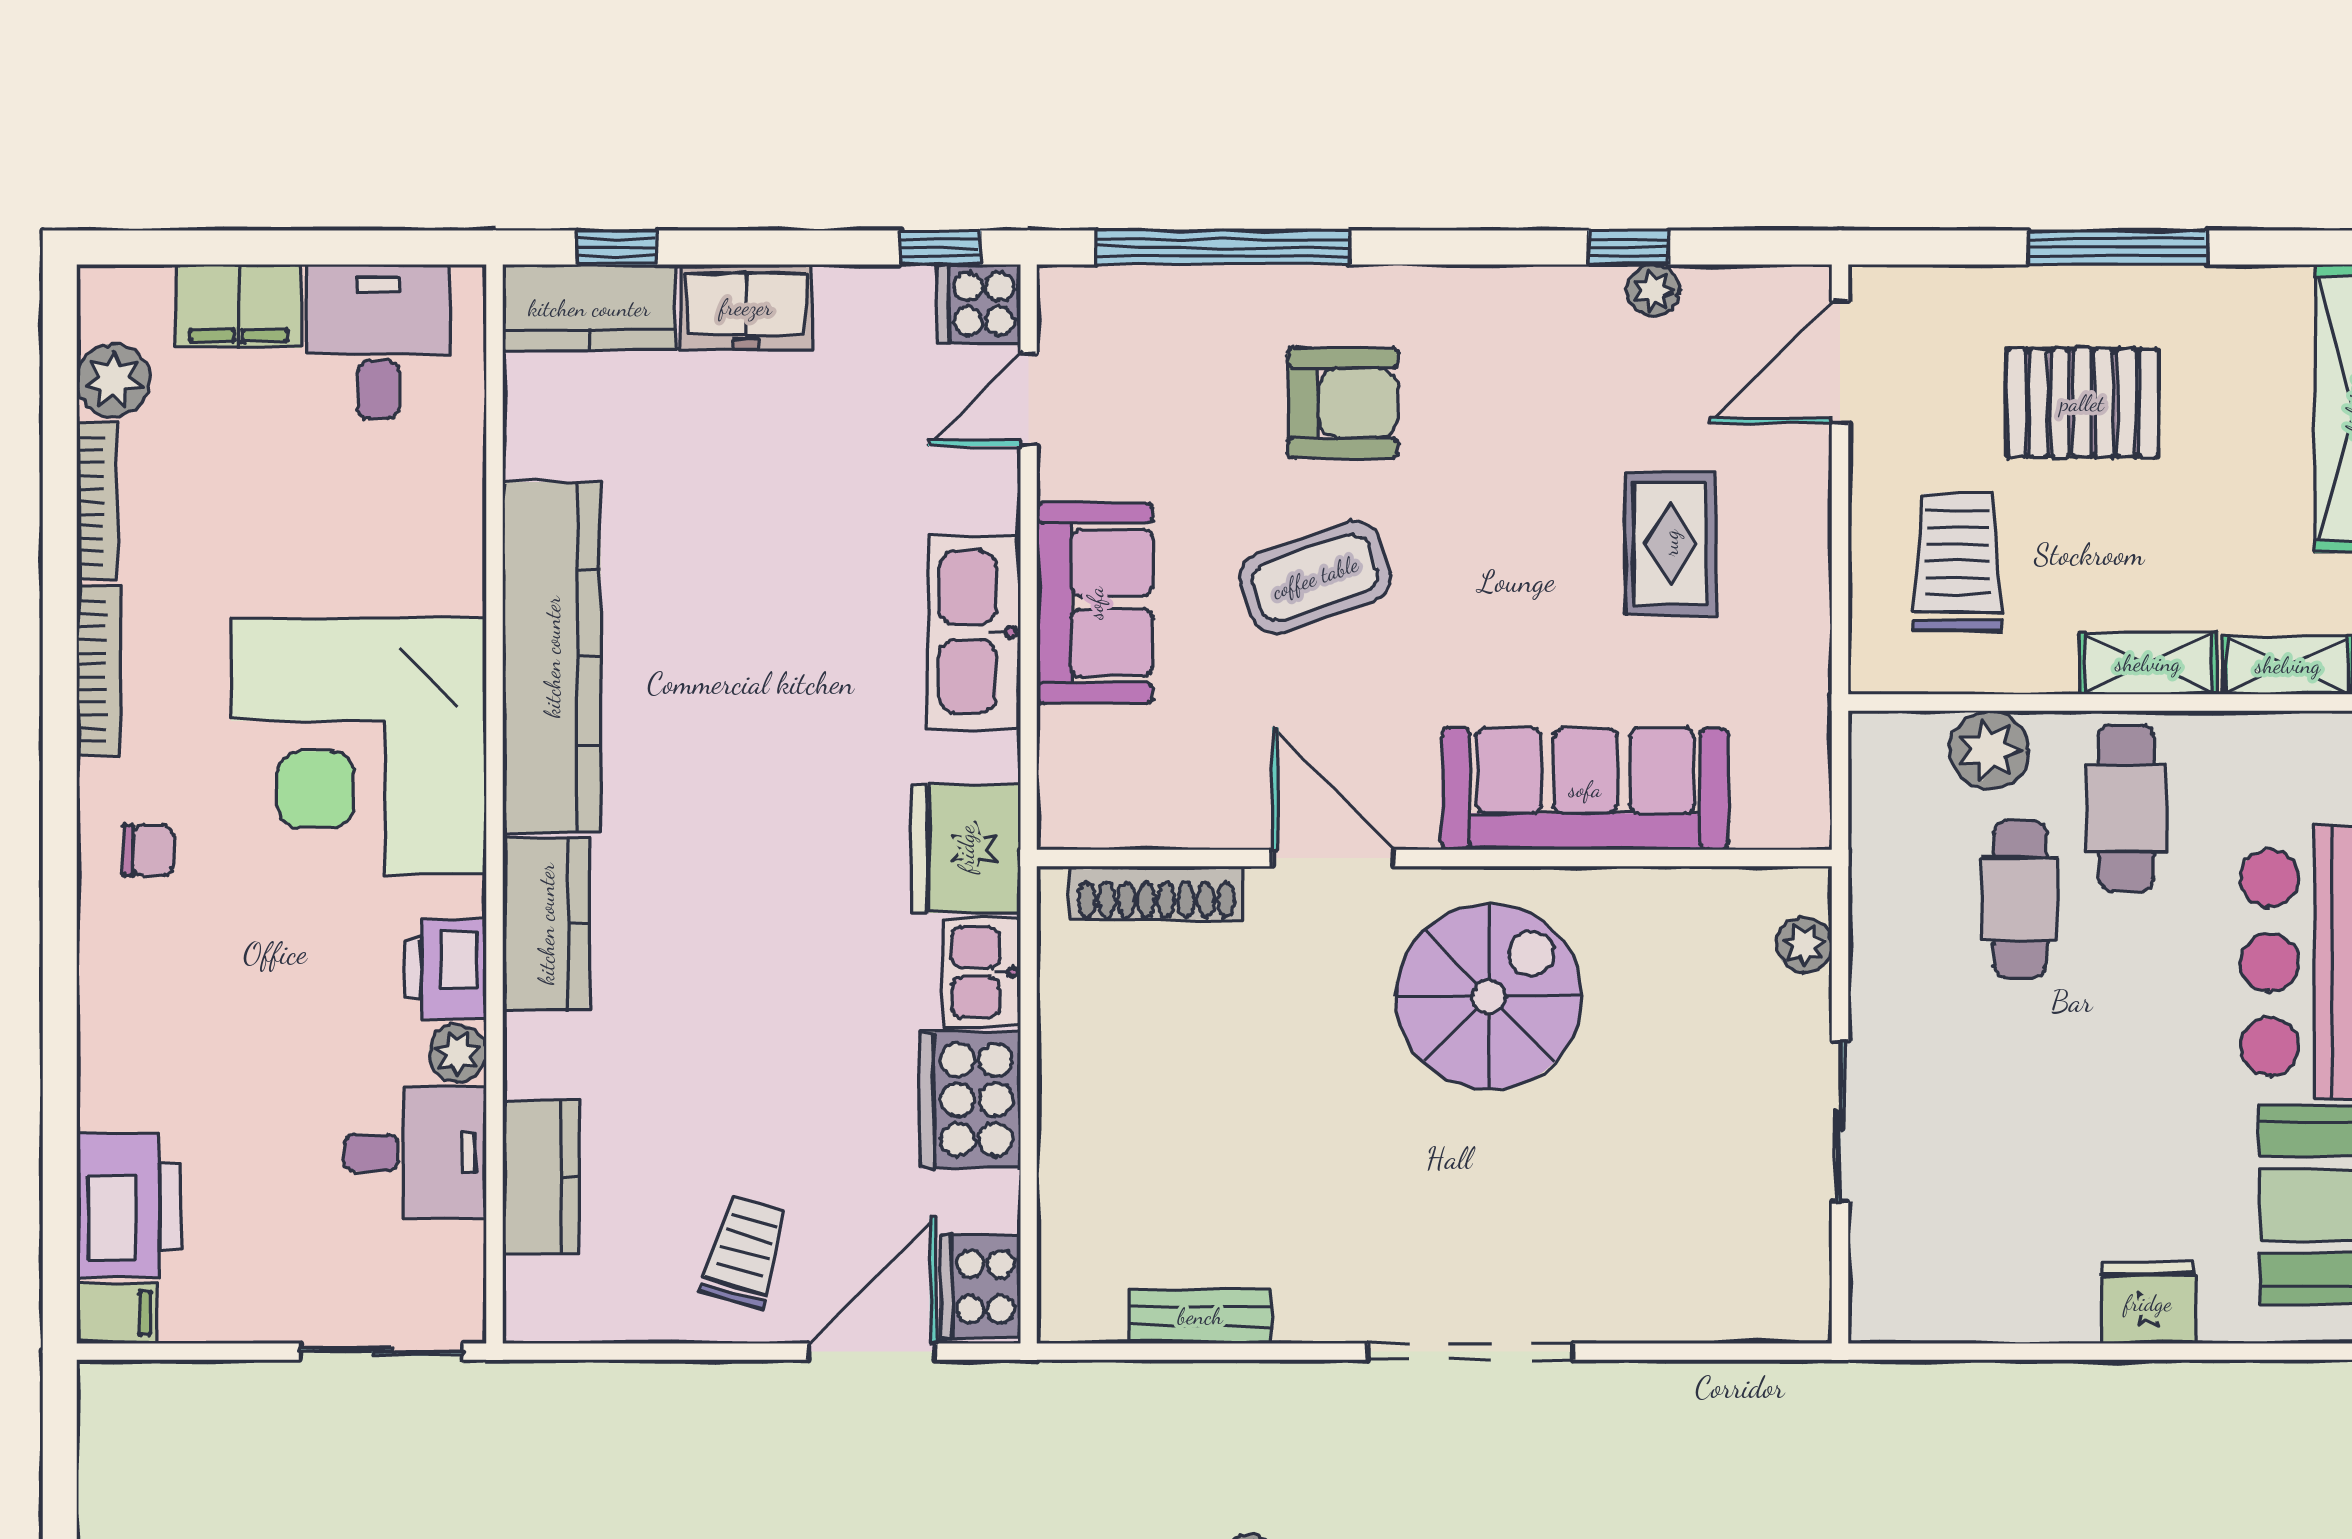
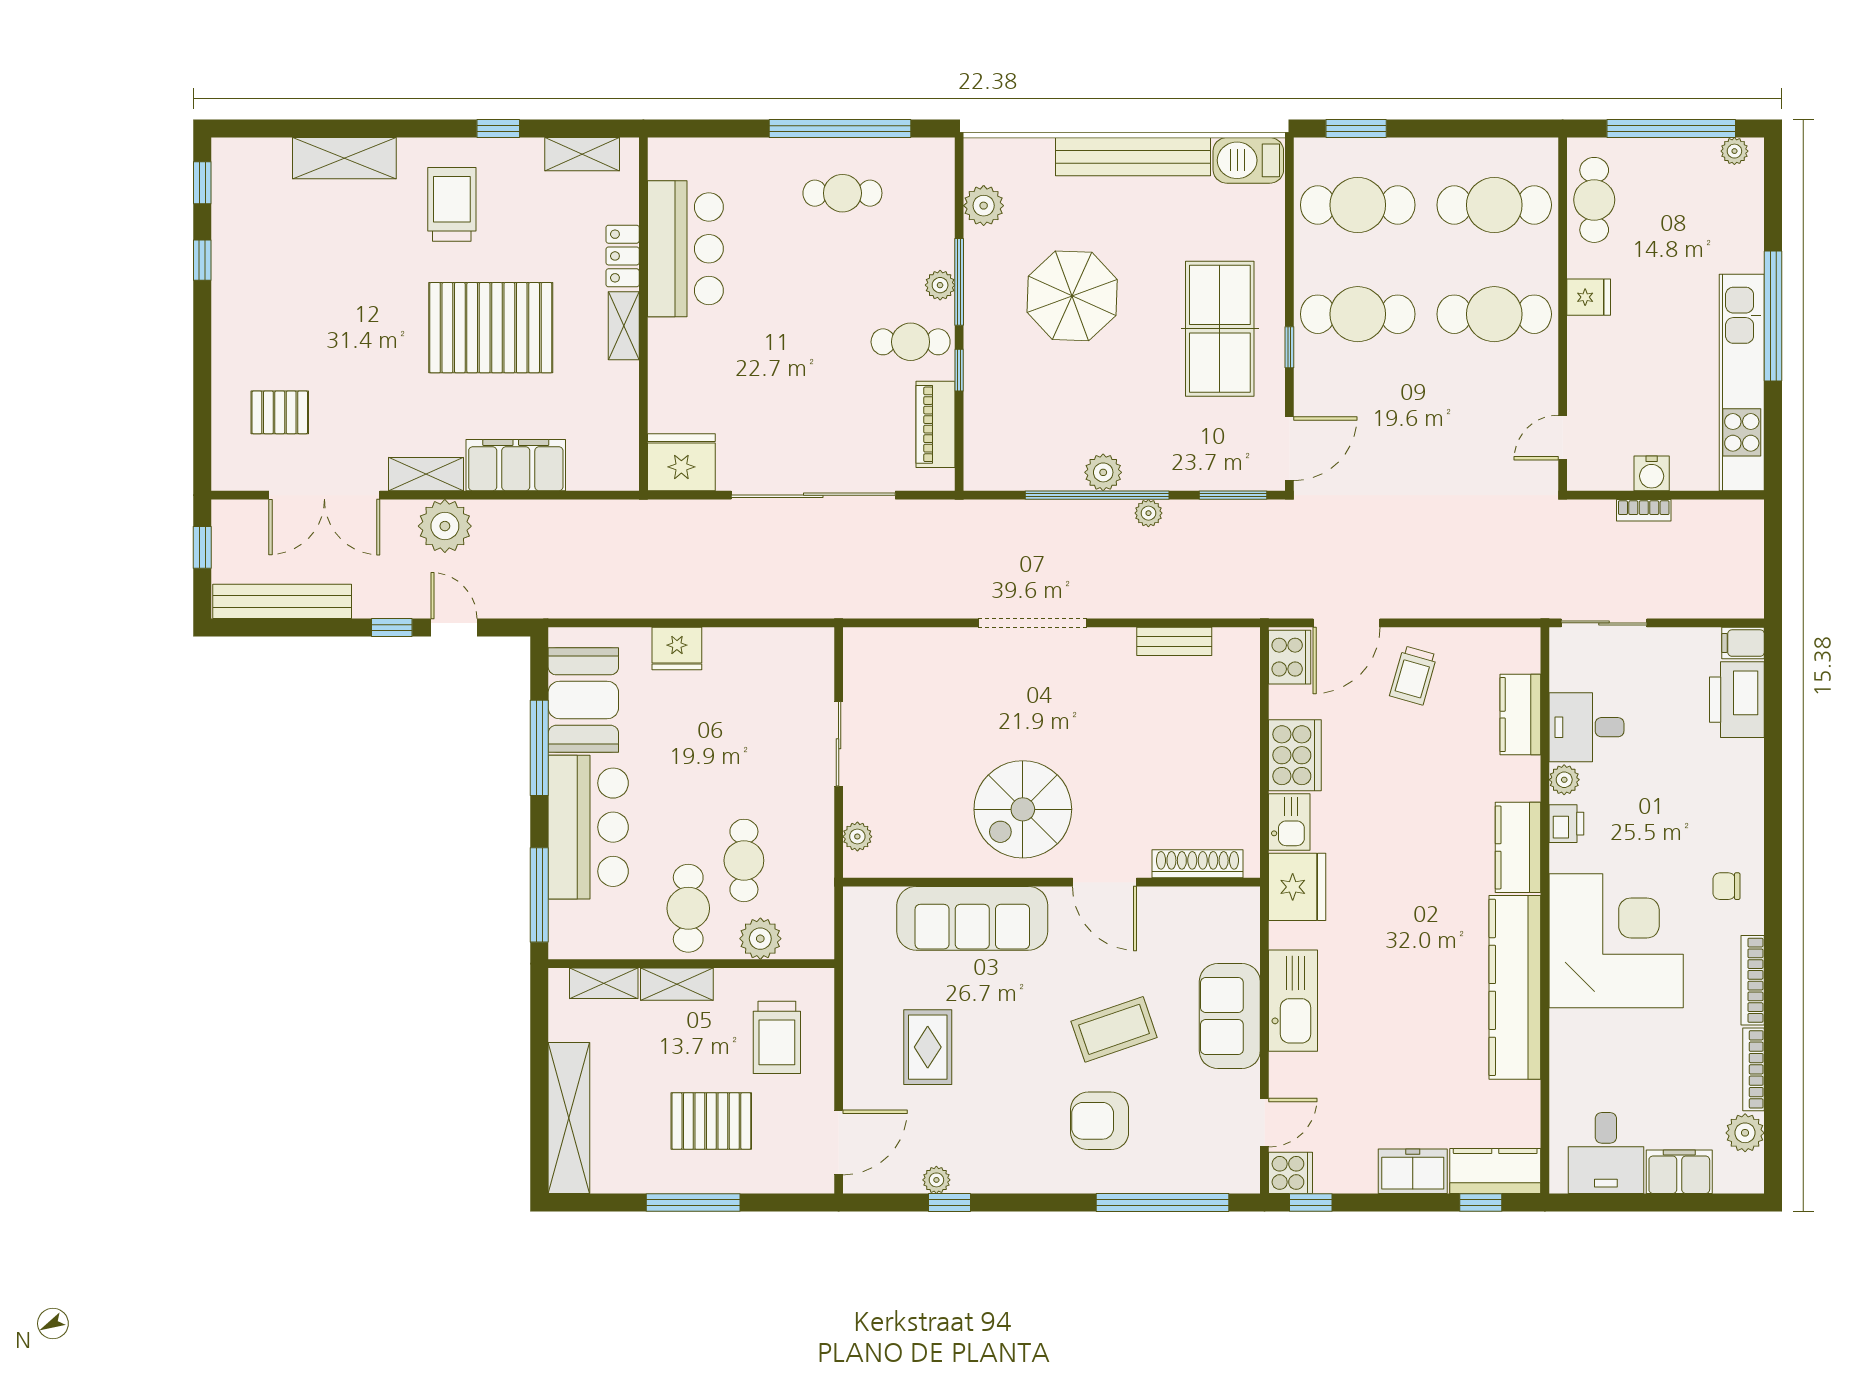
printer: (445, 969) -> (1566, 824), width x0.73, depth x0.81

